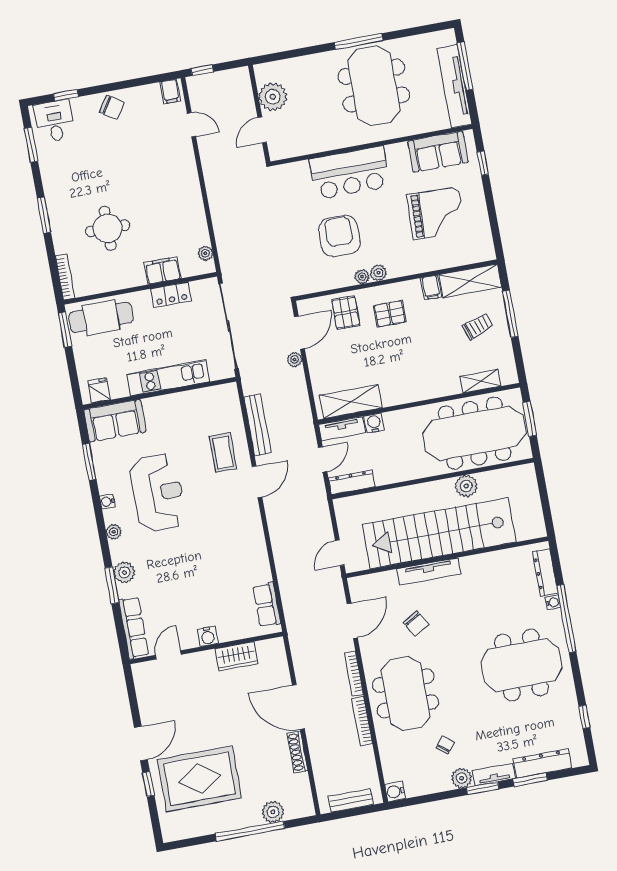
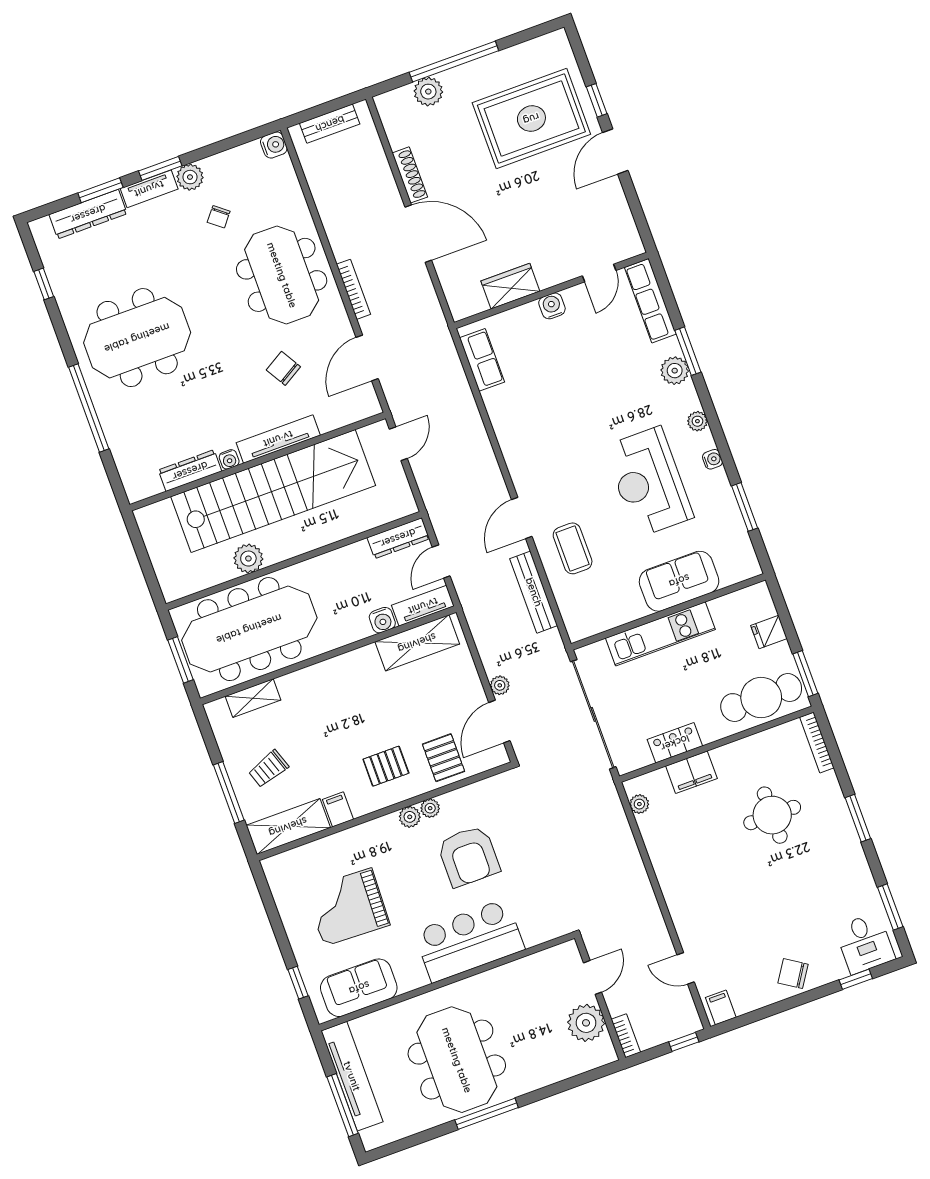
fridge: (99, 390) -> (769, 632), moved, turned 90
sofa: (115, 421) -> (679, 581), moved
dresser: (545, 573) -> (190, 471), moved, turned -90
water cooler: (553, 602) -> (229, 459), moved, turned -90
bookcase: (362, 721) -> (626, 1036), moved, width x0.64

